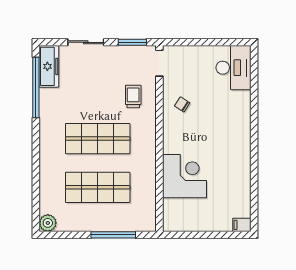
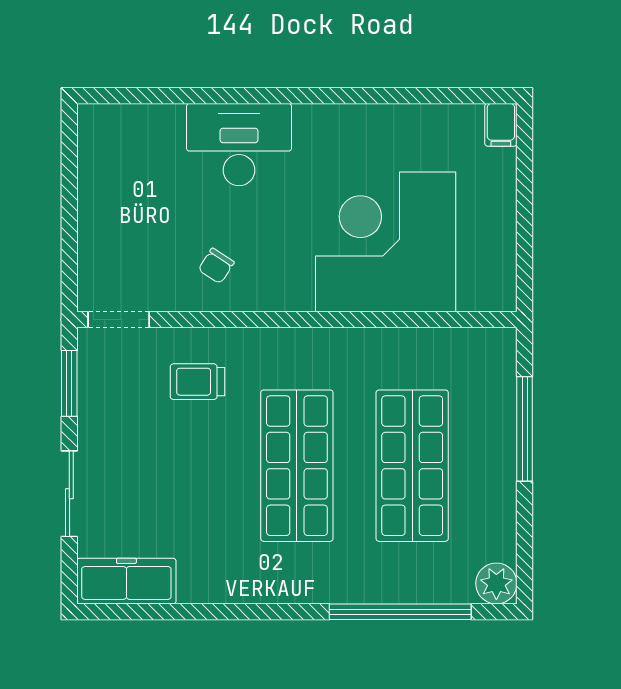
desk: (234, 68) -> (239, 145), moved
window: (36, 88) -> (400, 612), moved
corner desk: (184, 176) -> (386, 242), width x1.36, depth x1.36

